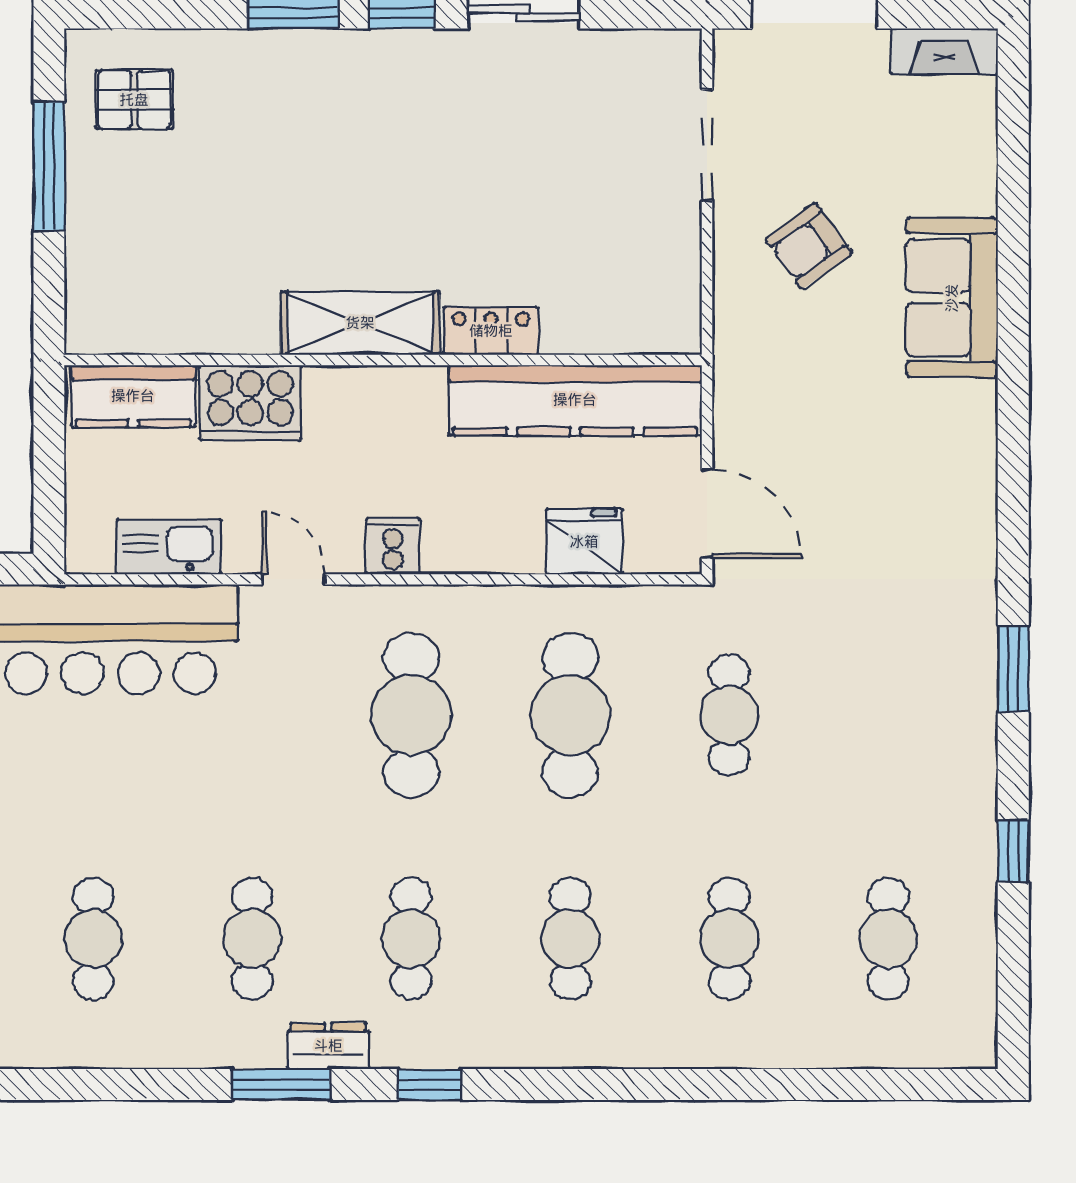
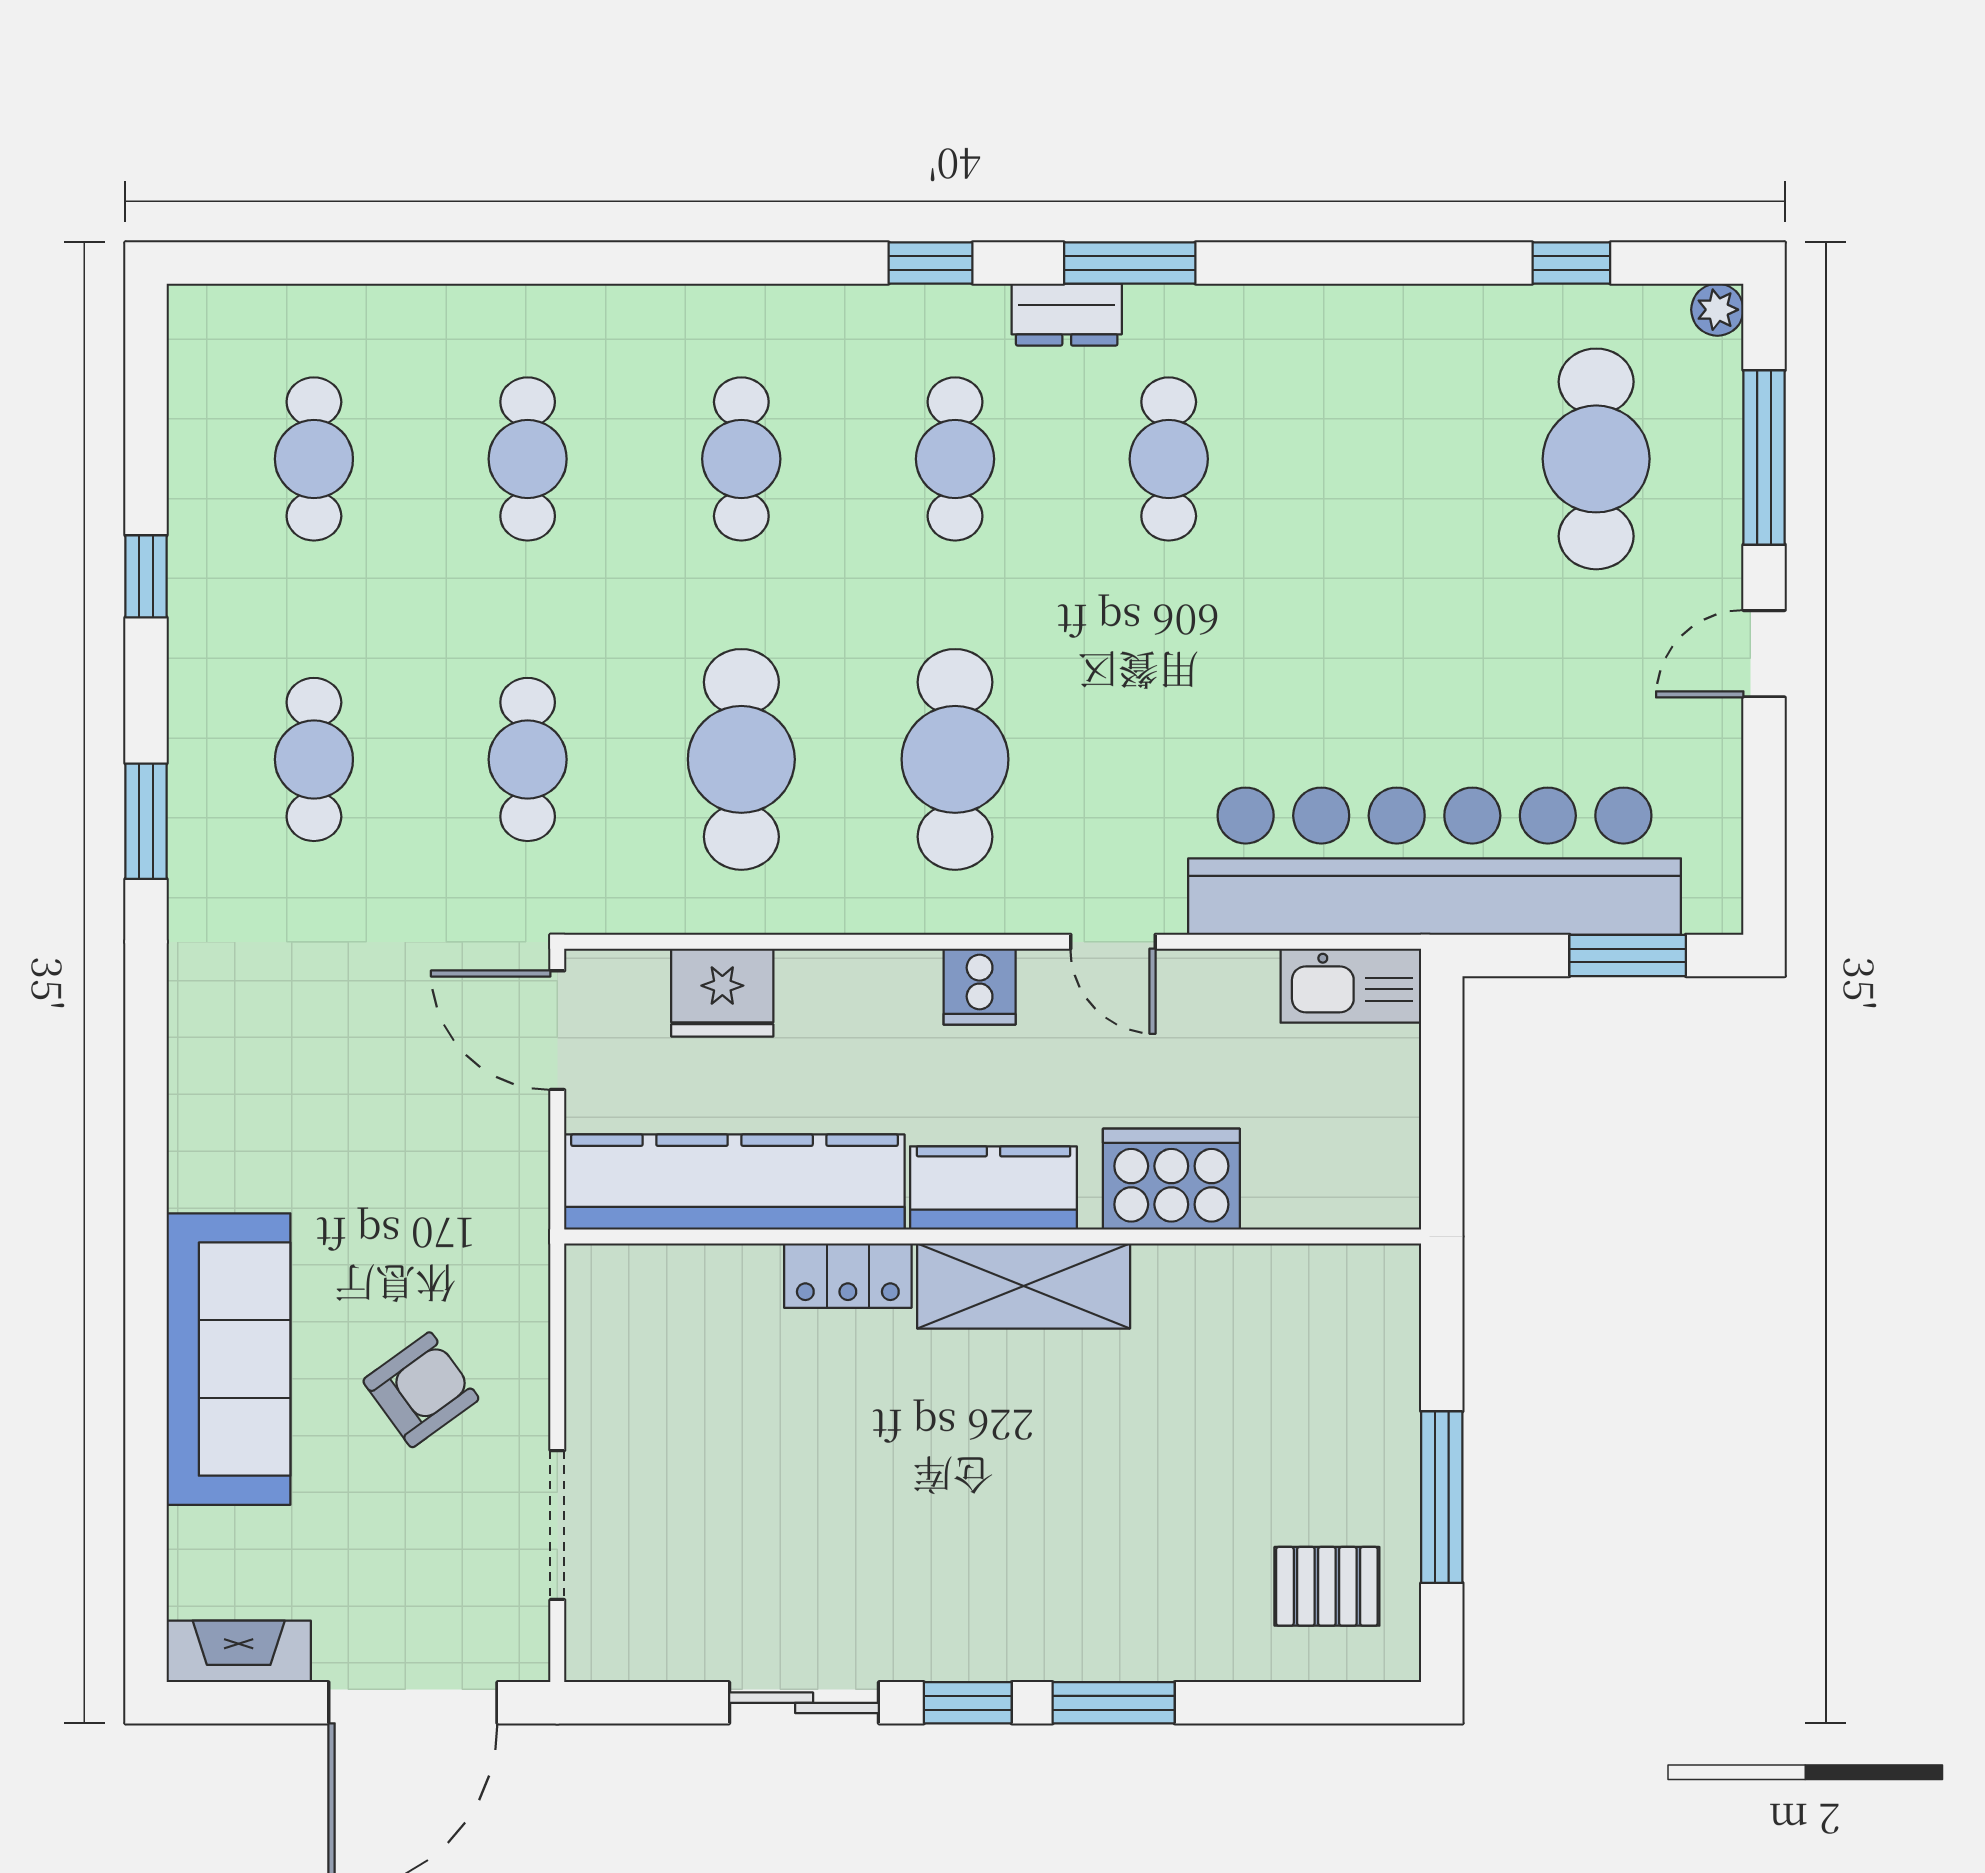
sofa: (952, 298) -> (229, 1359), width x1.36
kitchen counter: (133, 396) -> (993, 1188), moved
kitchen sink: (169, 547) -> (1351, 986), moved
cafe table: (93, 939) -> (314, 759), moved

